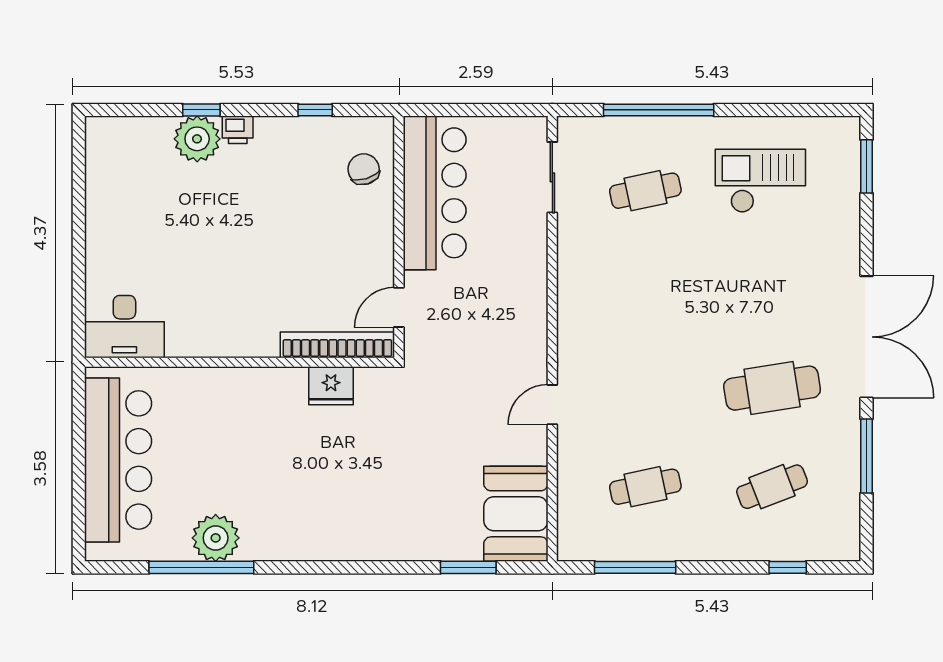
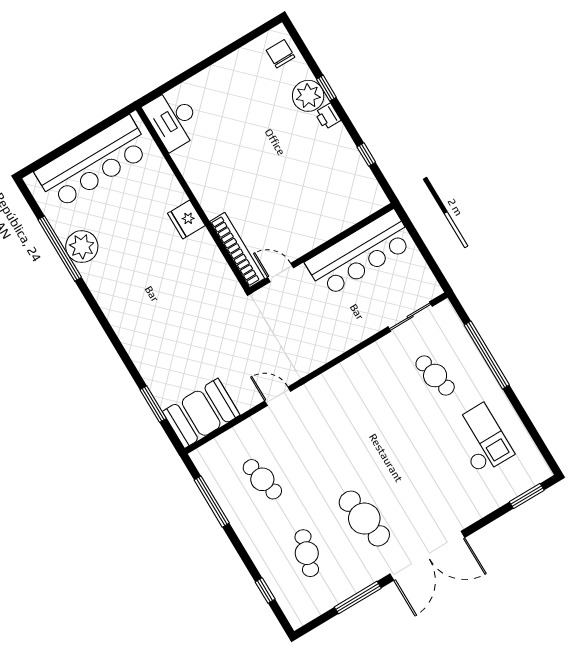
chair: (364, 169) -> (281, 54), moved, turned -73
fridge: (331, 386) -> (186, 219), moved
cafe table: (772, 487) -> (307, 553), turned 39

